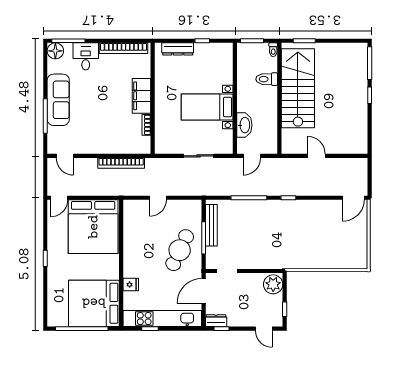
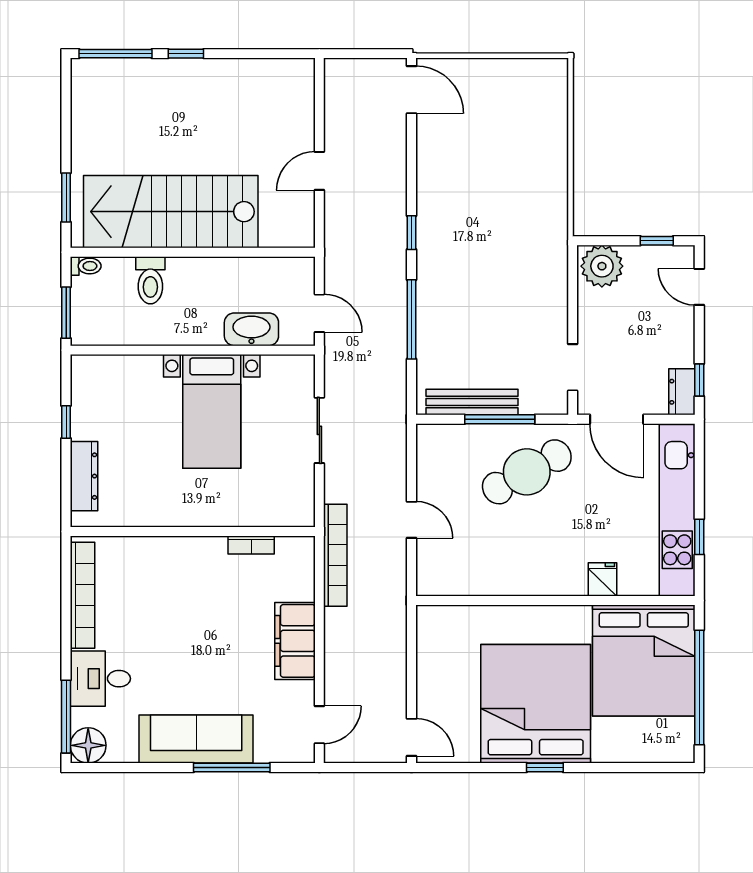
filing cabinet: (141, 96) -> (295, 641), moved, turned 90
bookcase: (121, 163) -> (335, 555), moved
bed: (93, 227) -> (536, 704), moved, turned -90
cafe table: (180, 250) -> (527, 472), turned -54
door: (264, 329) -> (699, 287), swing flipped

